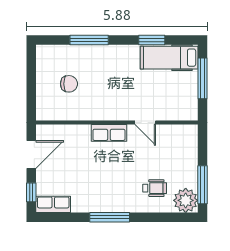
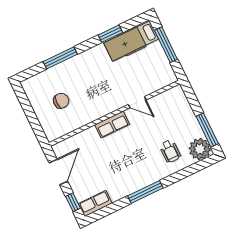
wheelchair: (155, 188) -> (170, 151), turned 90

